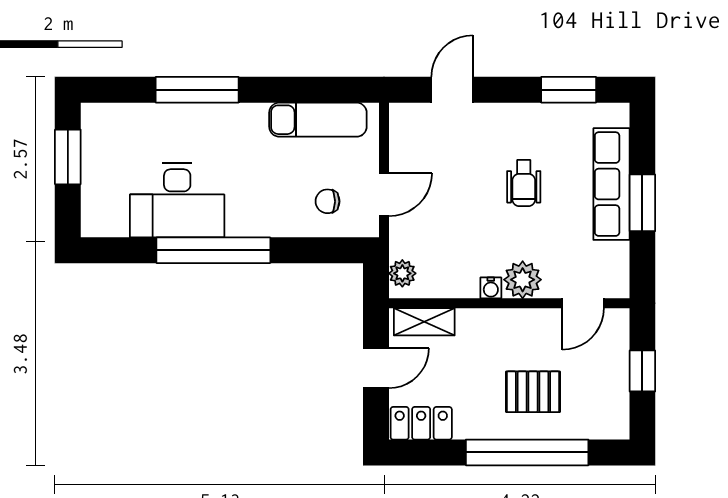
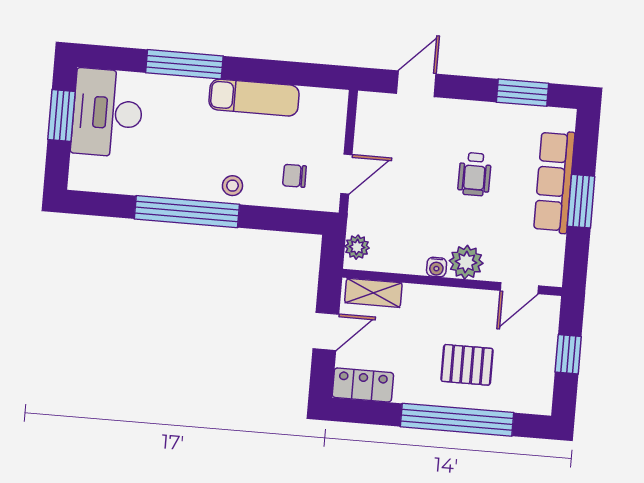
exam couch: (318, 120) -> (254, 98), moved
desk: (177, 200) -> (107, 113), moved, turned 90
stool: (261, 218) -> (232, 186), added

